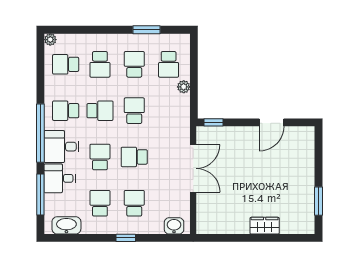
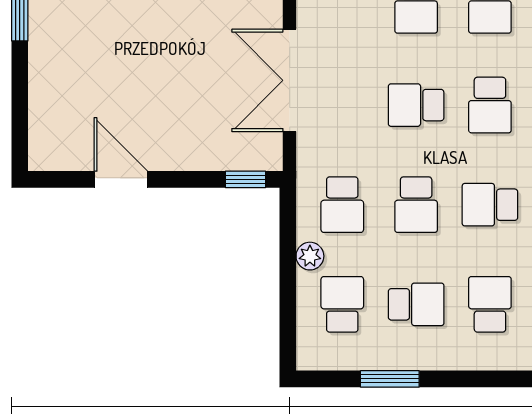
school desk: (134, 64) -> (416, 304), turned -90
school desk: (169, 111) -> (342, 205), added
door: (272, 122) -> (121, 179), hinge flipped
school desk: (134, 157) -> (416, 105), turned 180

